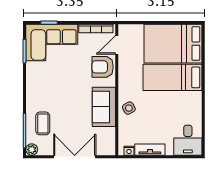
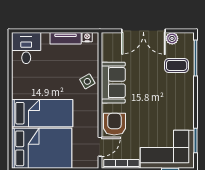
armchair: (103, 67) -> (114, 124), turned -90
coffee table: (43, 123) -> (177, 65), turned 90
plant: (32, 150) -> (172, 38), moved

